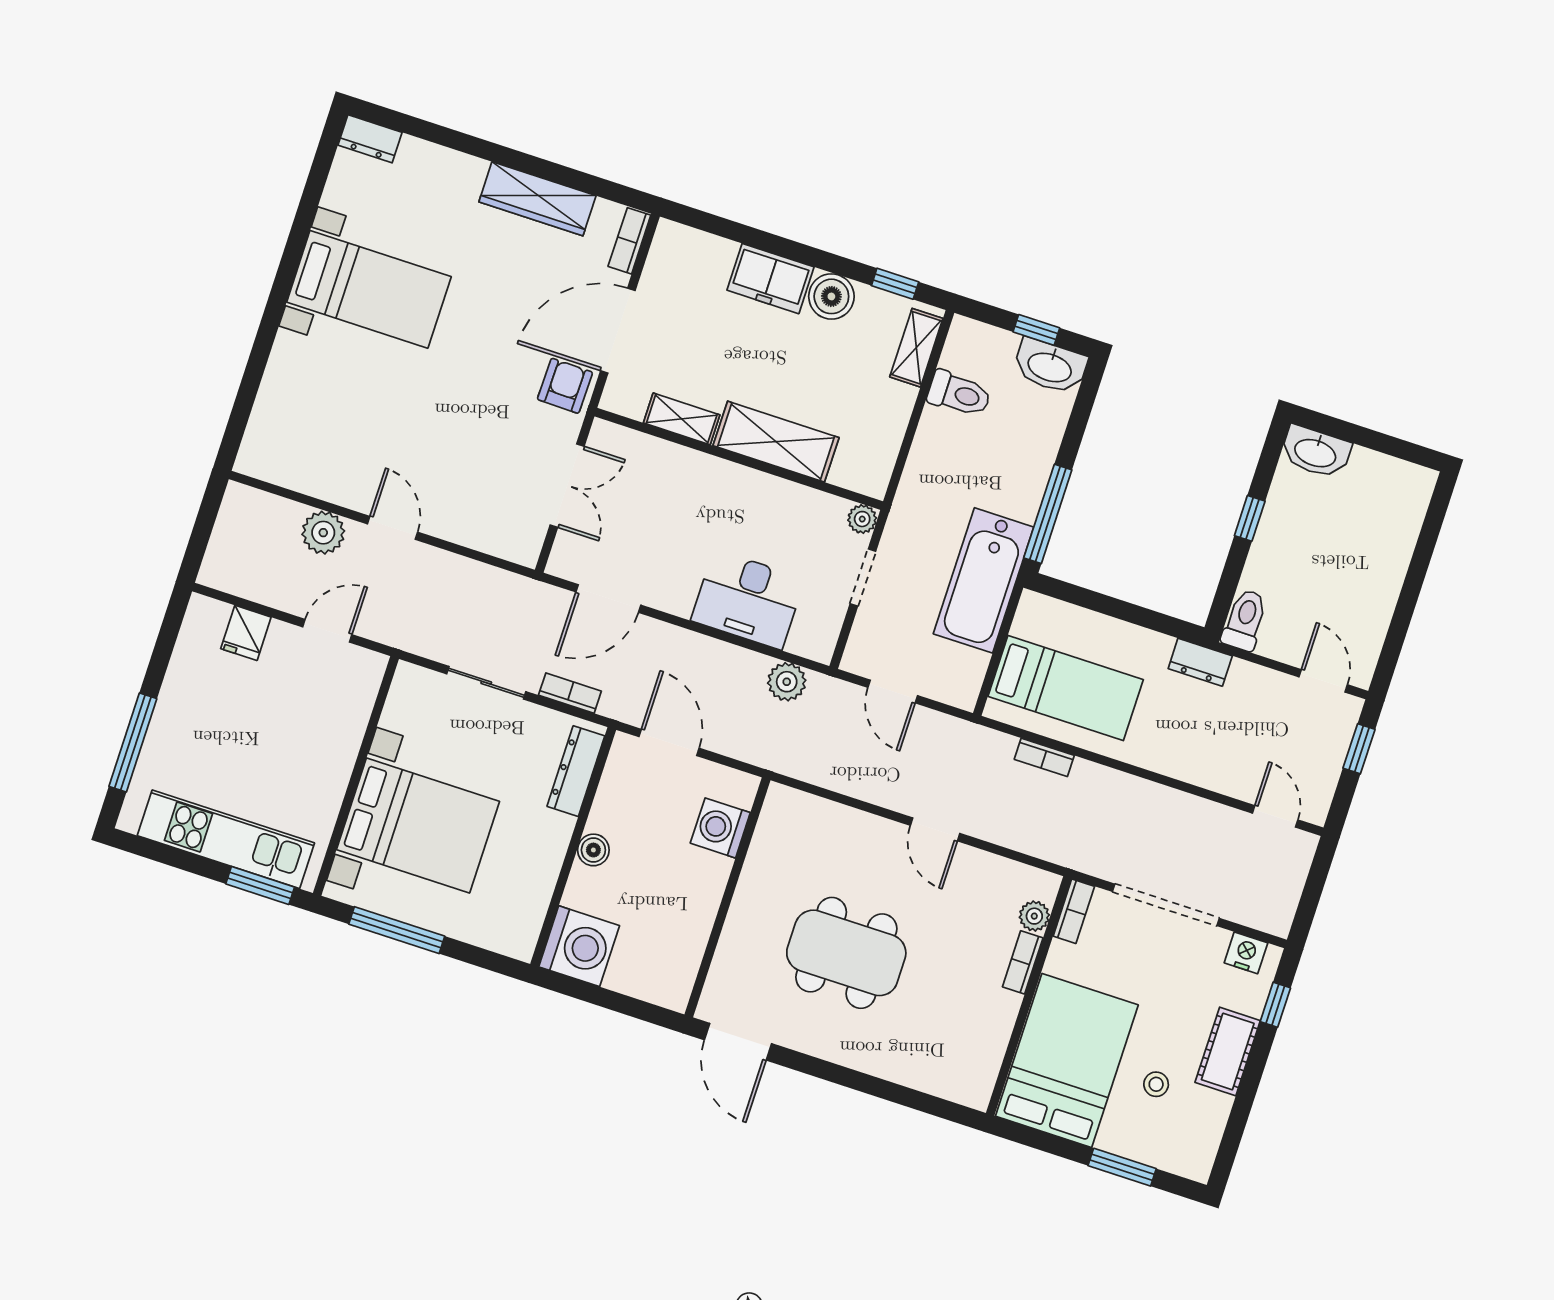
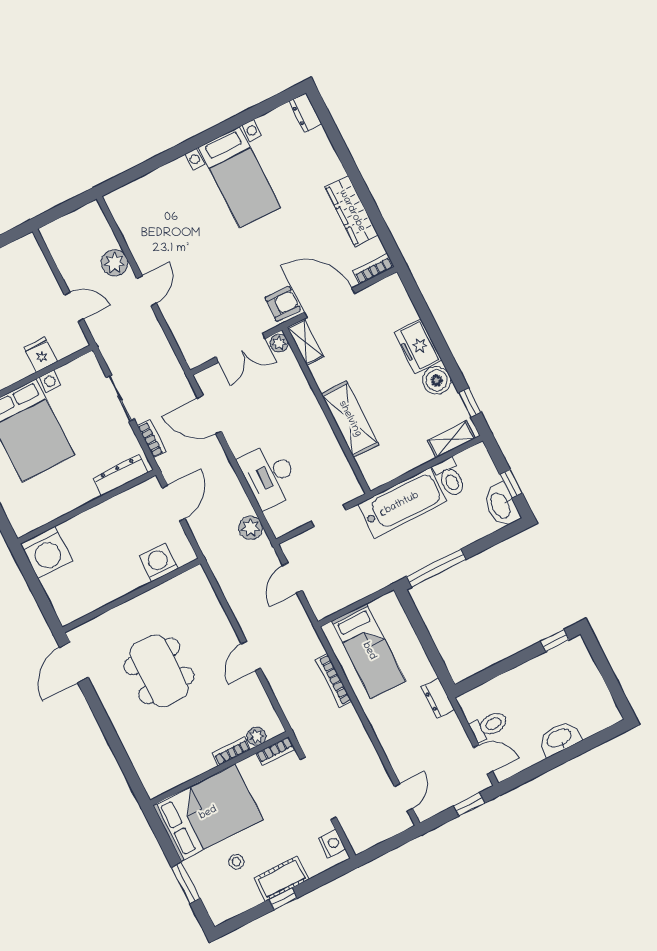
shelving: (682, 419) -> (305, 342), moved
washbasin: (1316, 452) -> (559, 738), moved, turned 90
window: (1250, 518) -> (555, 641), moved
plant: (862, 519) -> (279, 343), moved
bathtub: (983, 580) -> (402, 503), moved, turned 180
toilet: (1245, 620) -> (489, 726), moved
fridge: (246, 633) -> (41, 355), moved, turned 90
door: (1323, 681) -> (483, 759), hinge flipped
bookcase: (1044, 757) -> (334, 680), width x1.56
boiler: (593, 850) -> (94, 517), removed
window: (1275, 1005) -> (283, 899), moved

